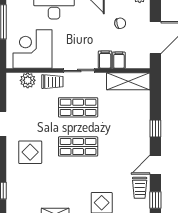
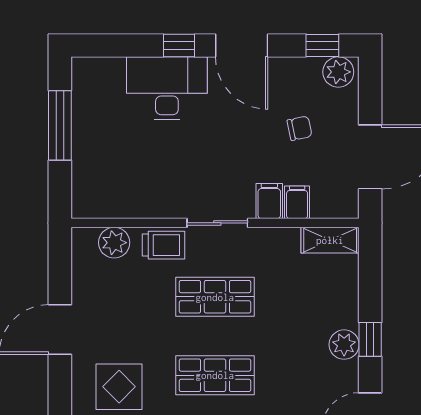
corner desk: (32, 49) -> (124, 180), removed
shelving: (128, 81) -> (330, 240), width x0.67, depth x0.75
plant: (142, 131) -> (344, 345), added

